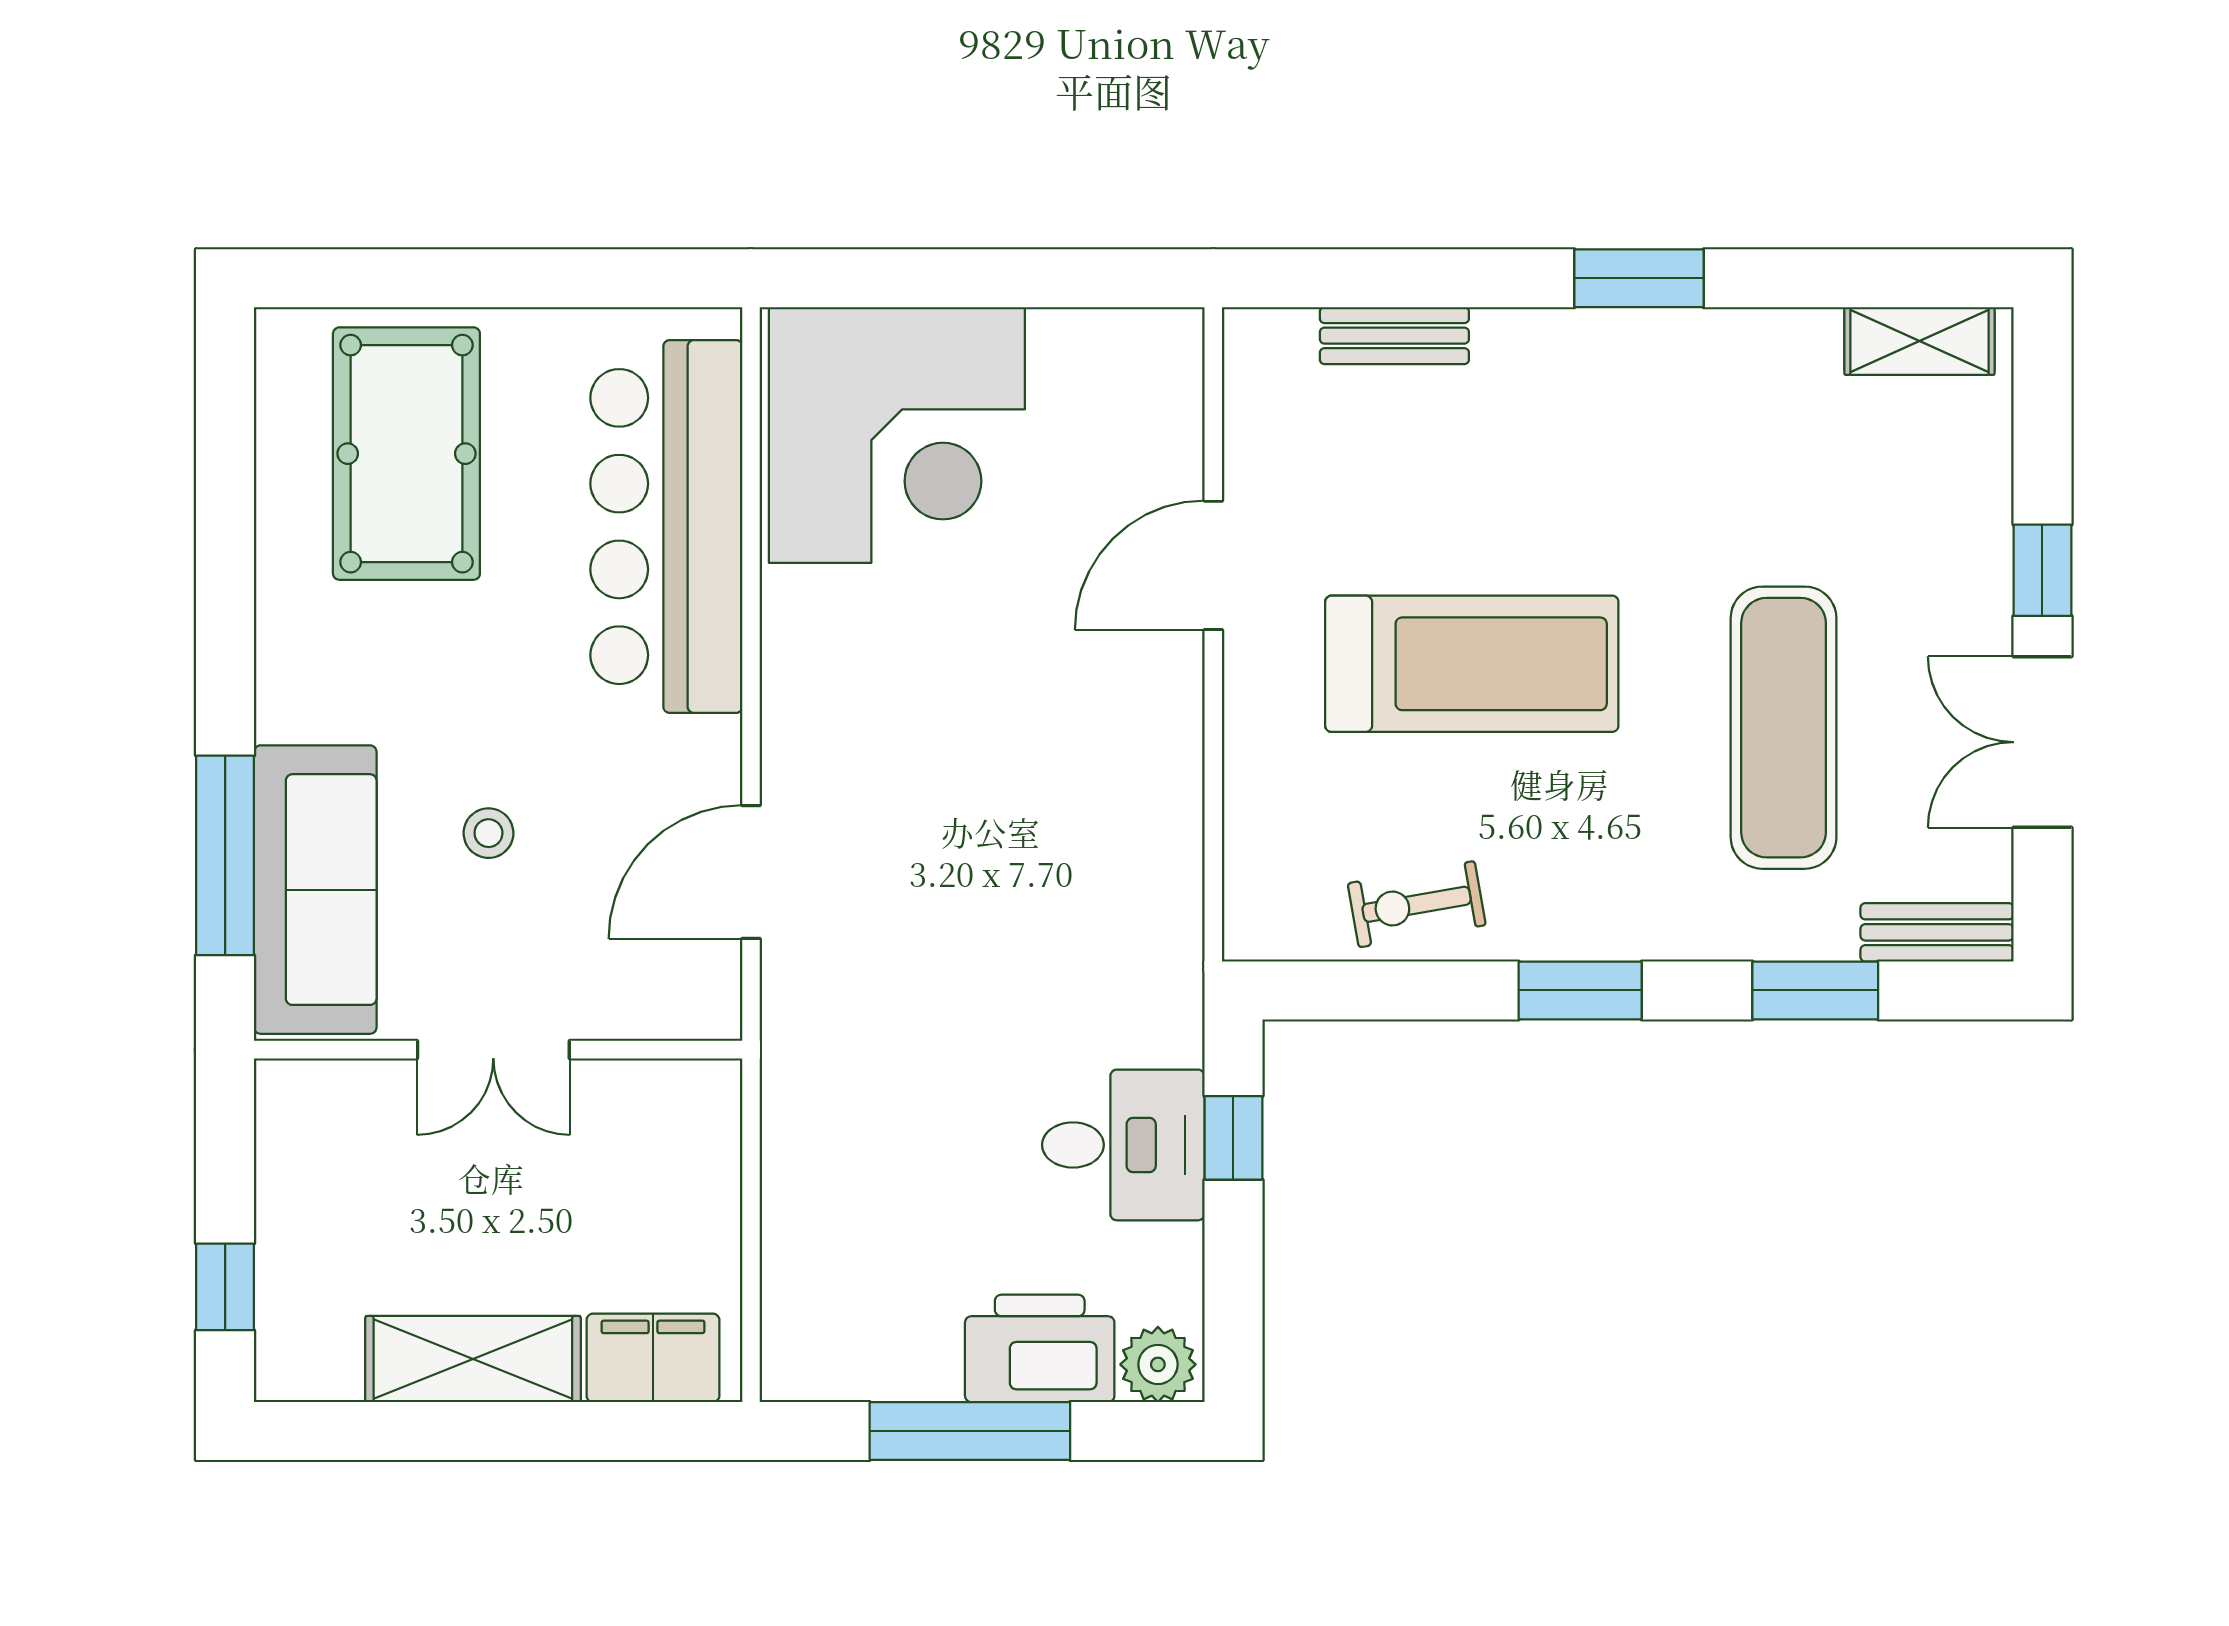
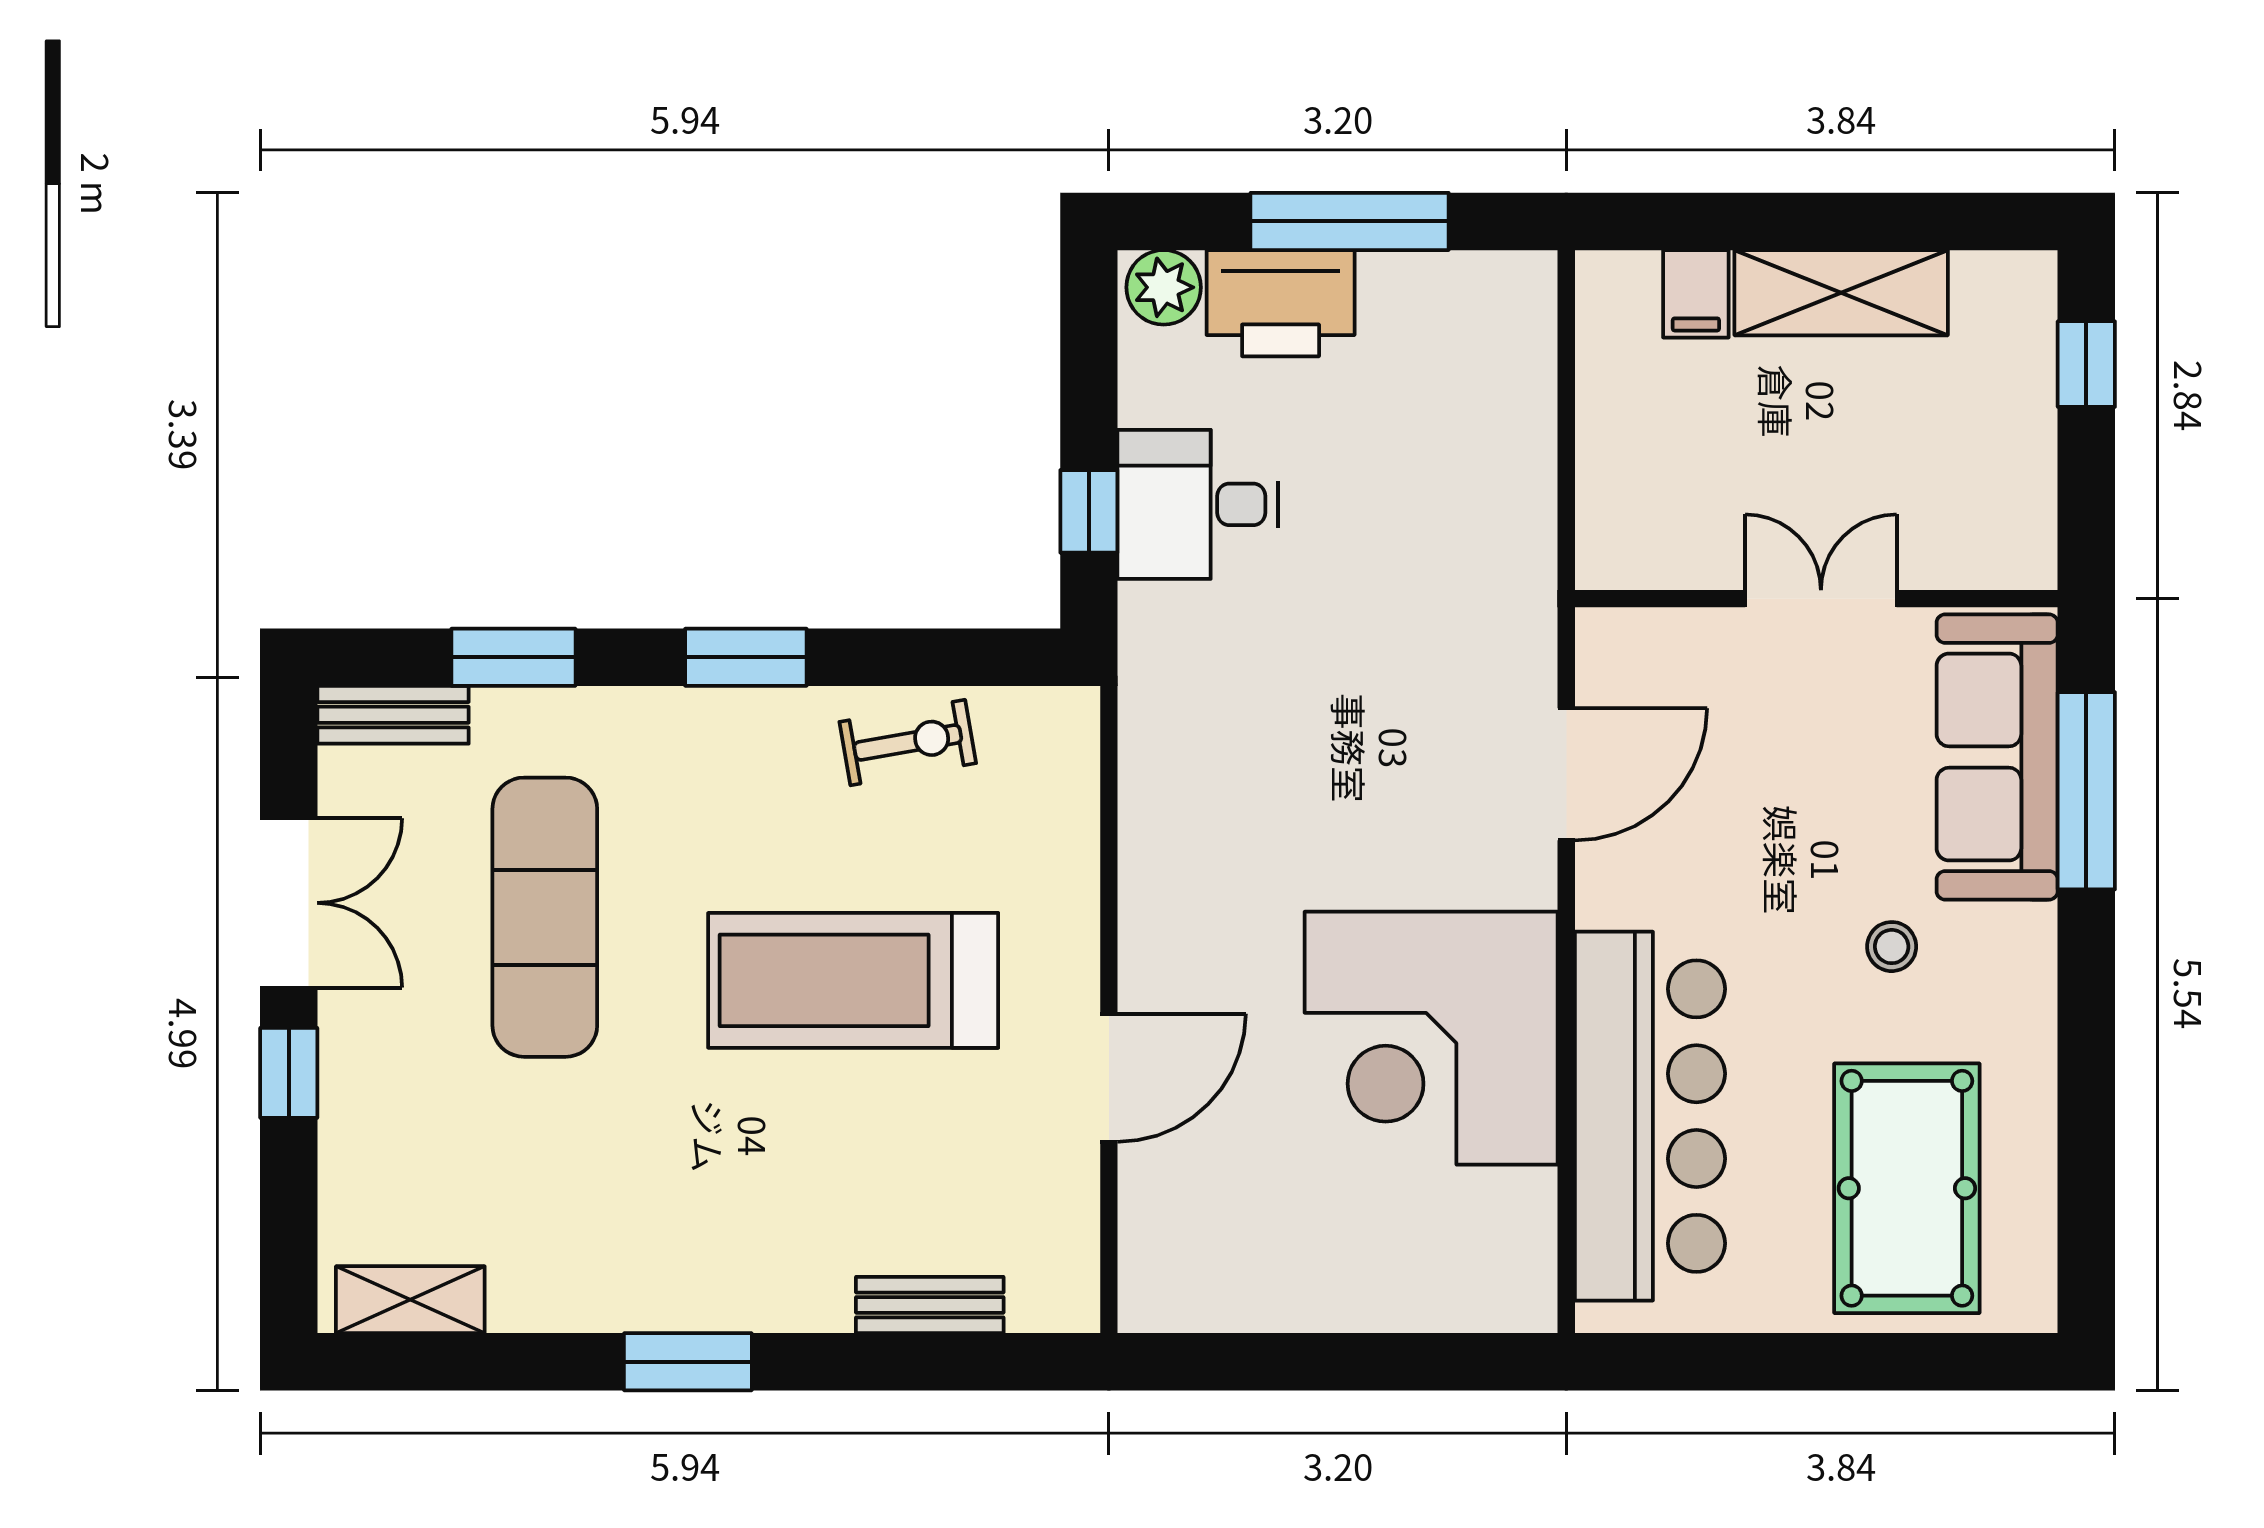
corner desk: (897, 435) -> (1431, 1038), moved, turned -90
stool: (488, 833) -> (1892, 947), moved
filing cabinet: (653, 1358) -> (1696, 294), width x0.50

